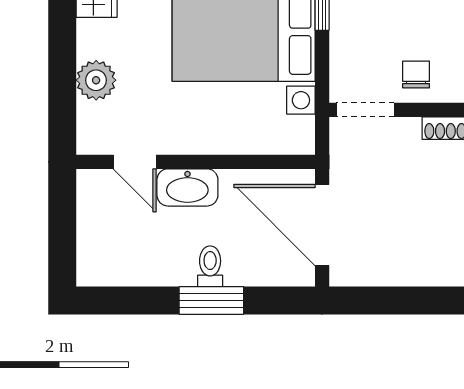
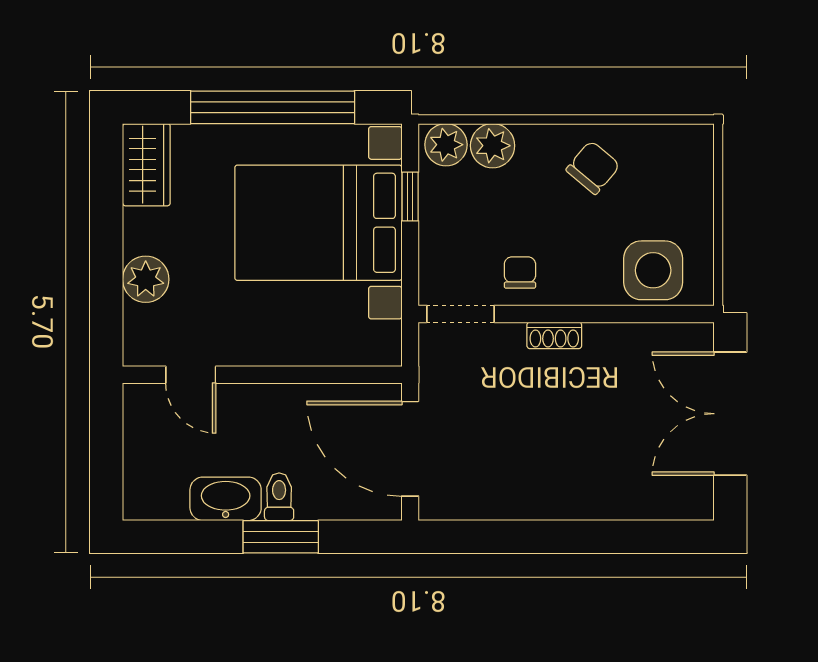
washbasin: (187, 187) -> (226, 499), moved, turned 180

